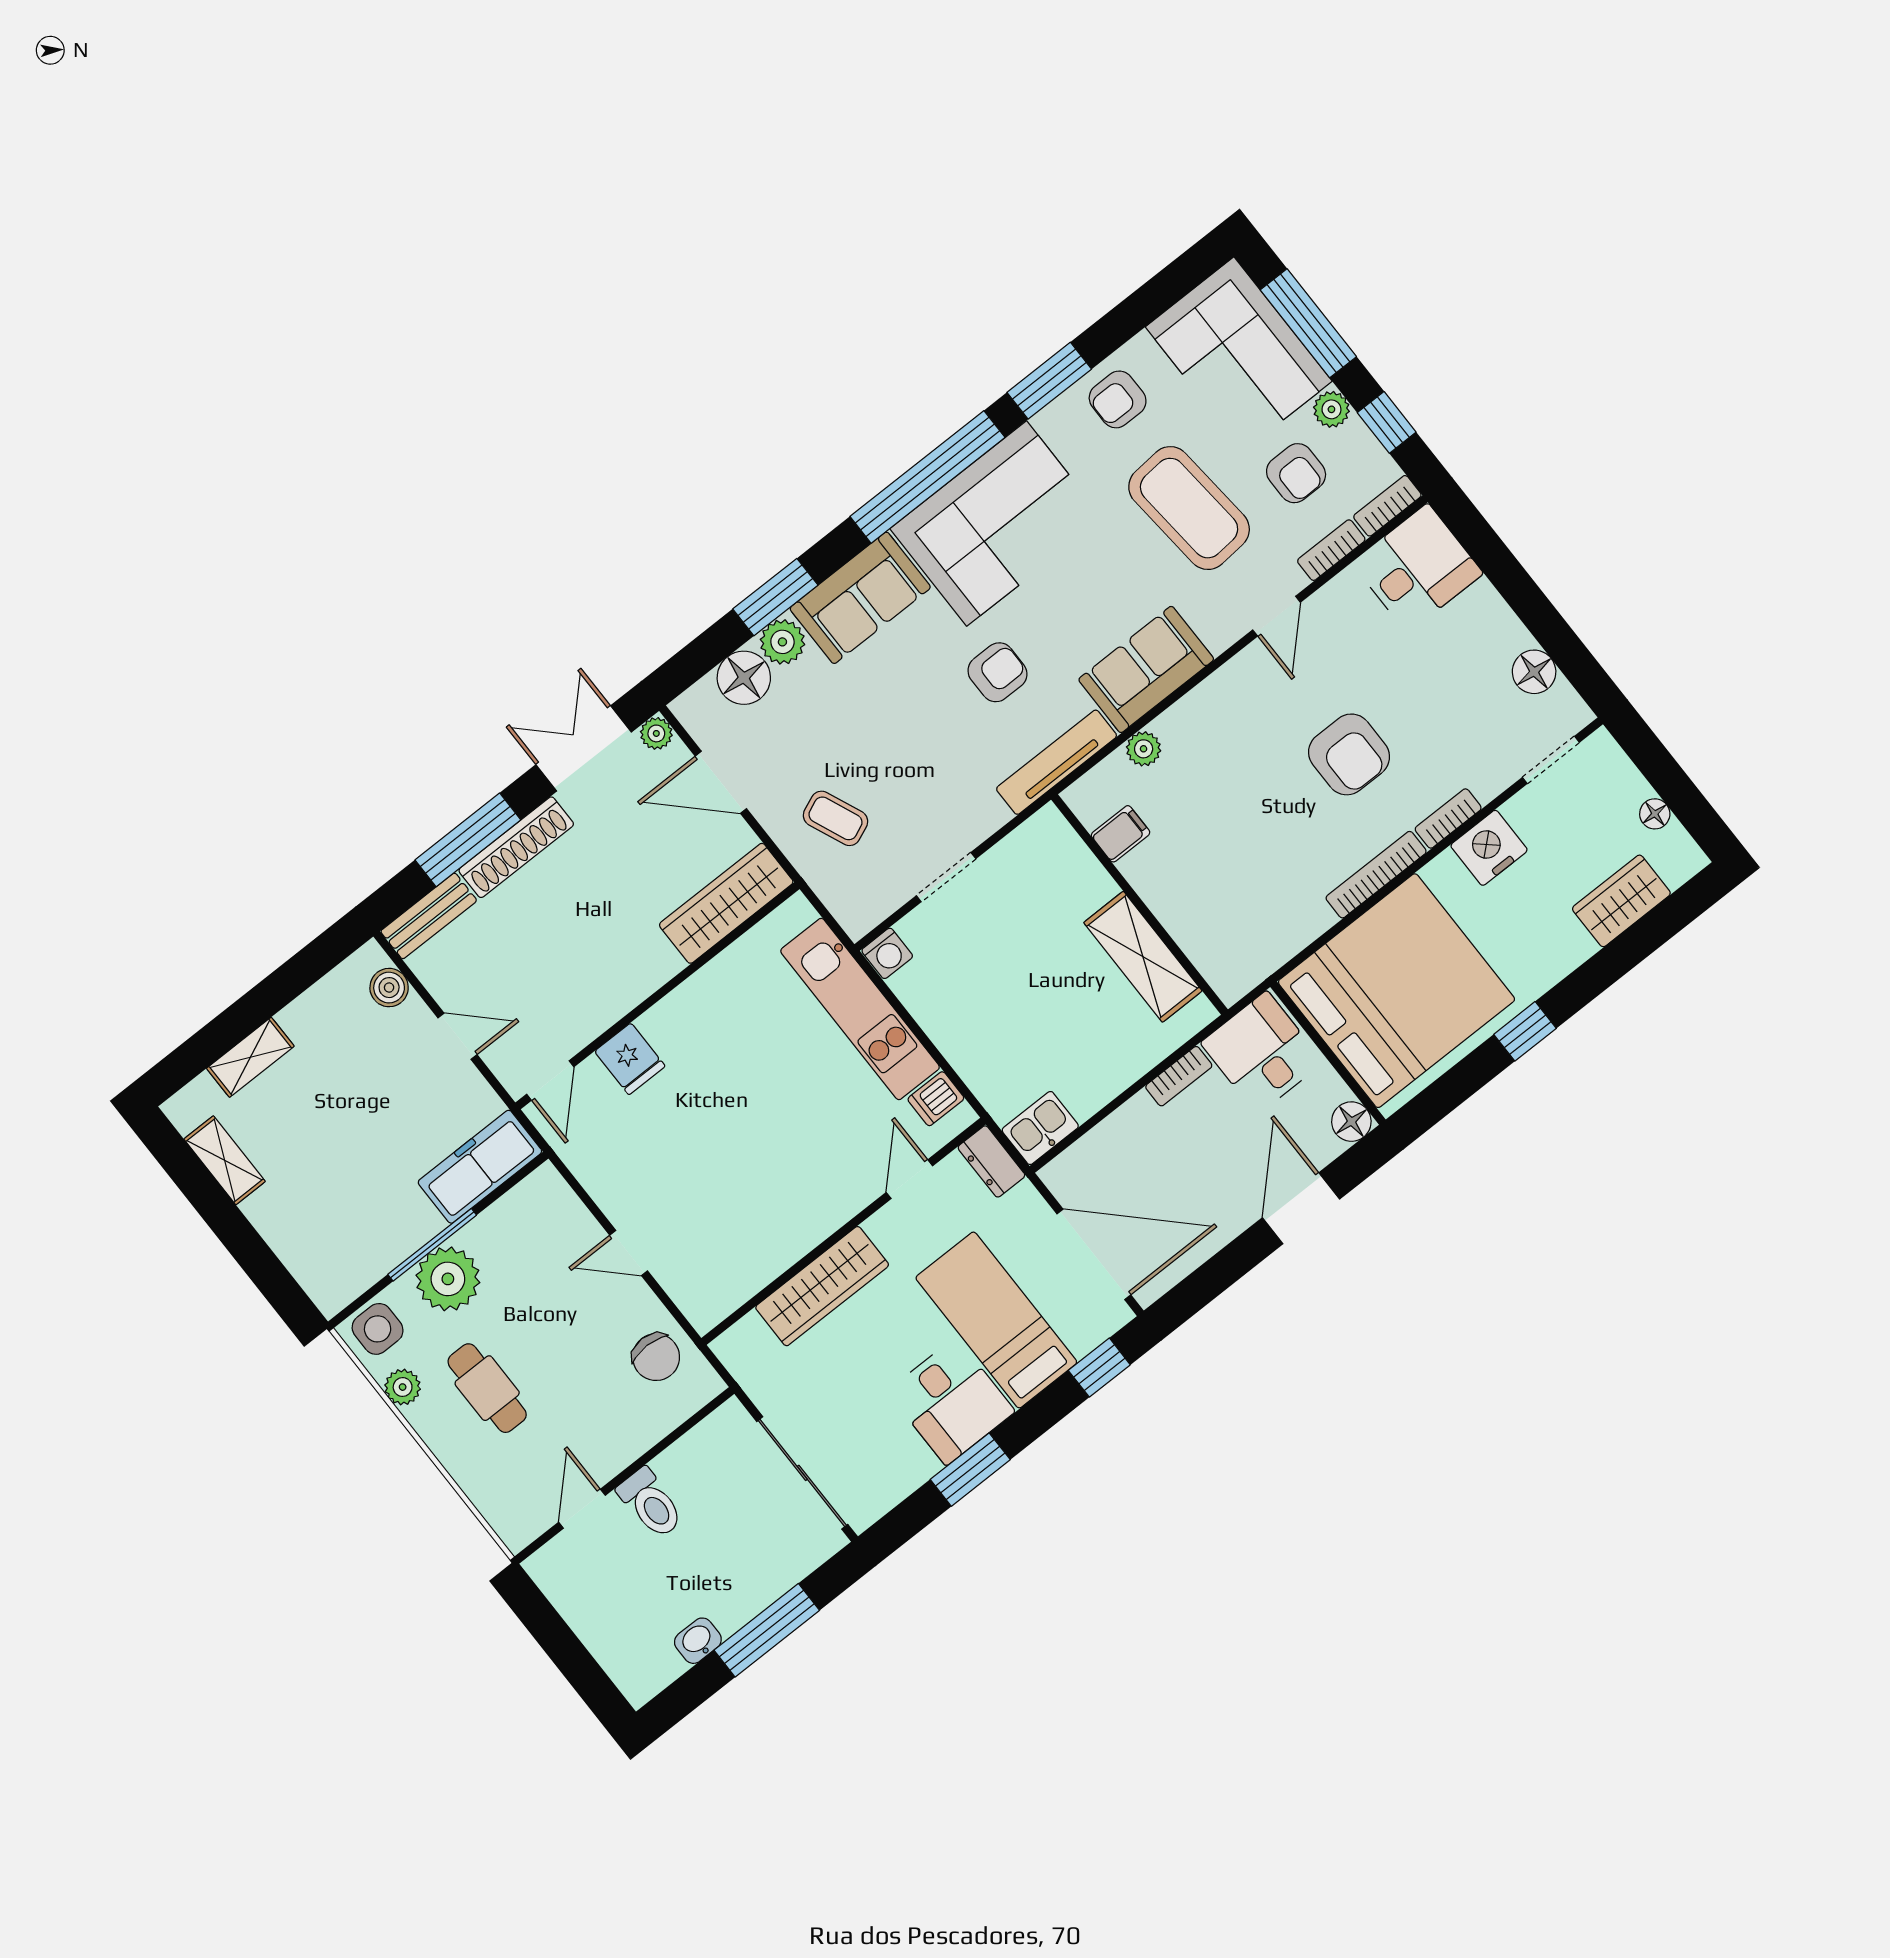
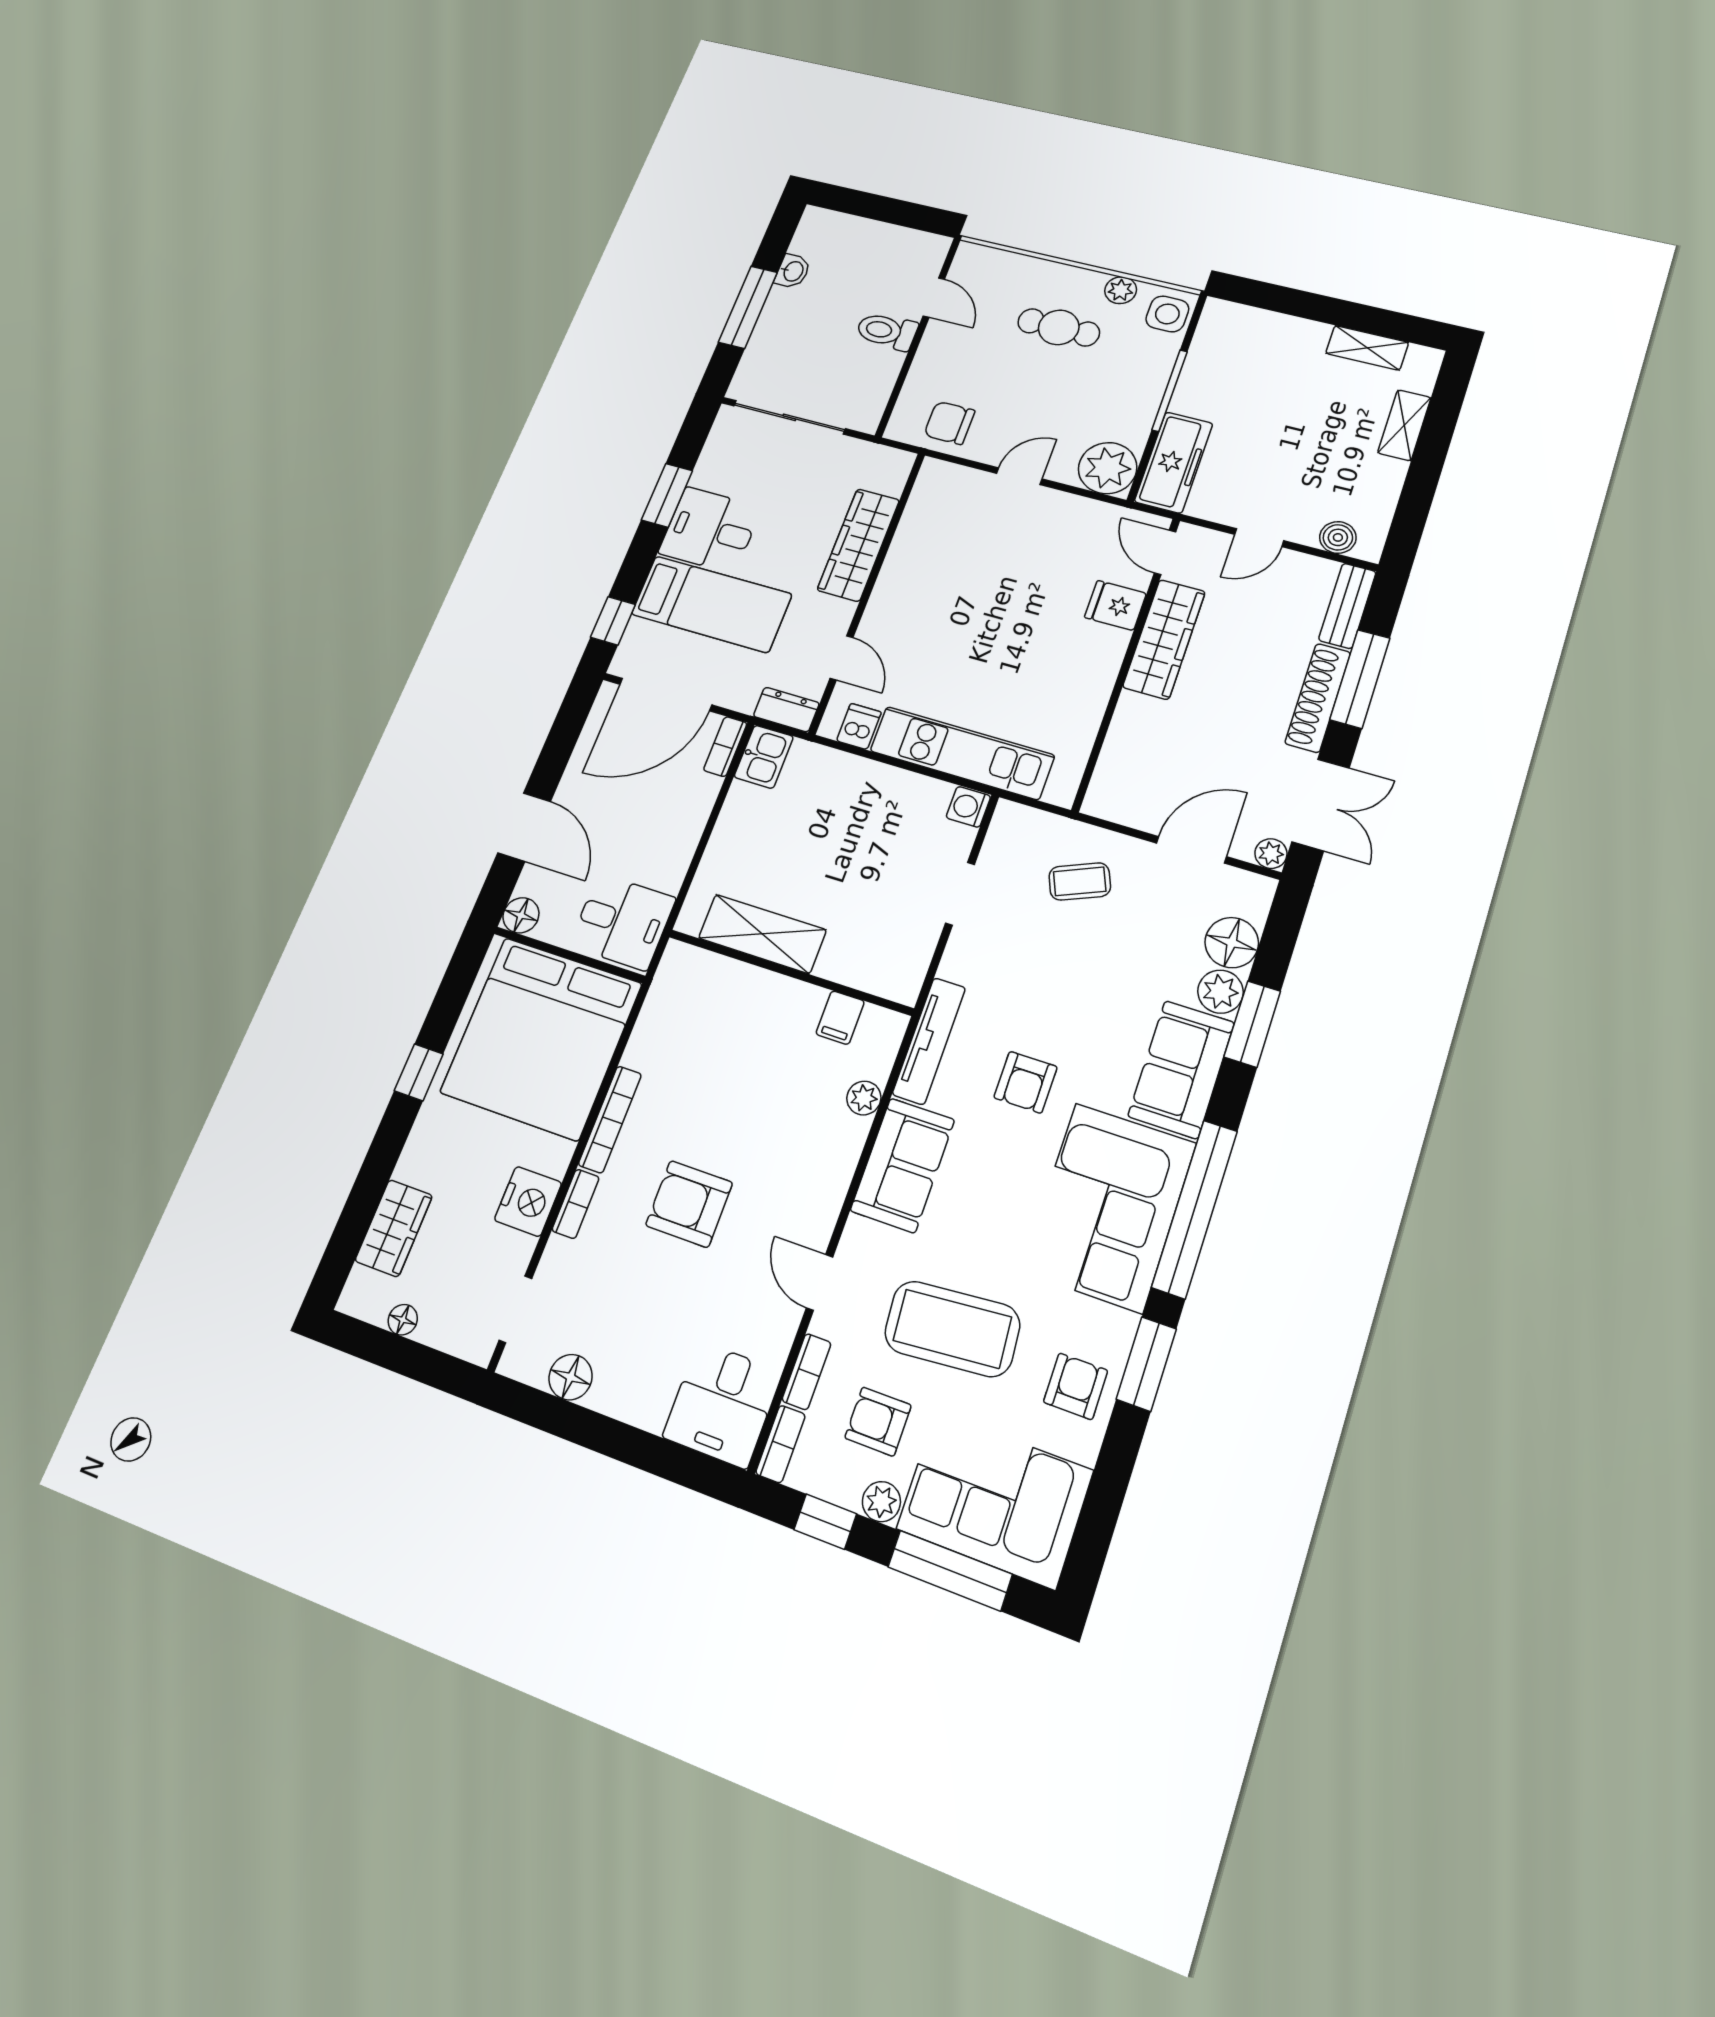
wardrobe: (726, 903) -> (1164, 639), moved
bookcase: (1179, 1076) -> (725, 747), moved
plant: (448, 1279) -> (1108, 468), moved

